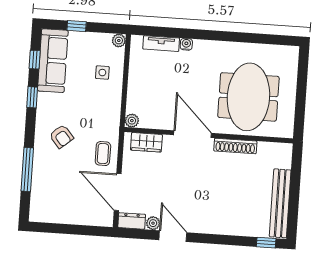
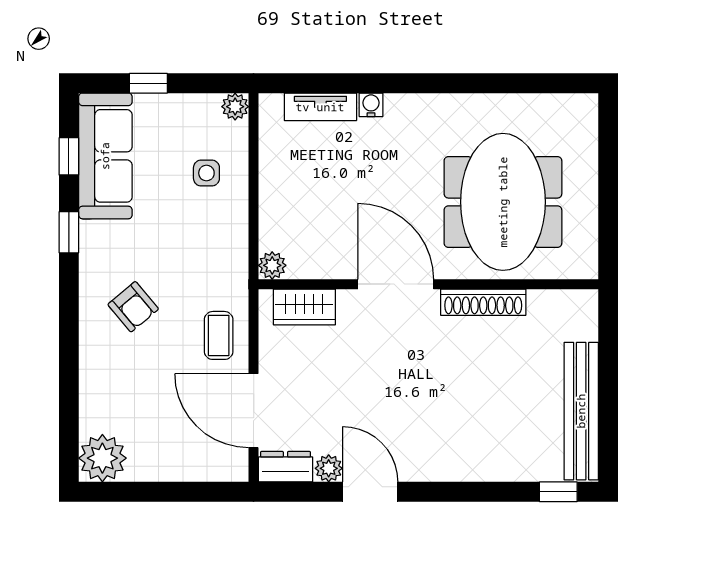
window: (27, 169) -> (69, 378), removed
plant: (41, 210) -> (102, 458), added

